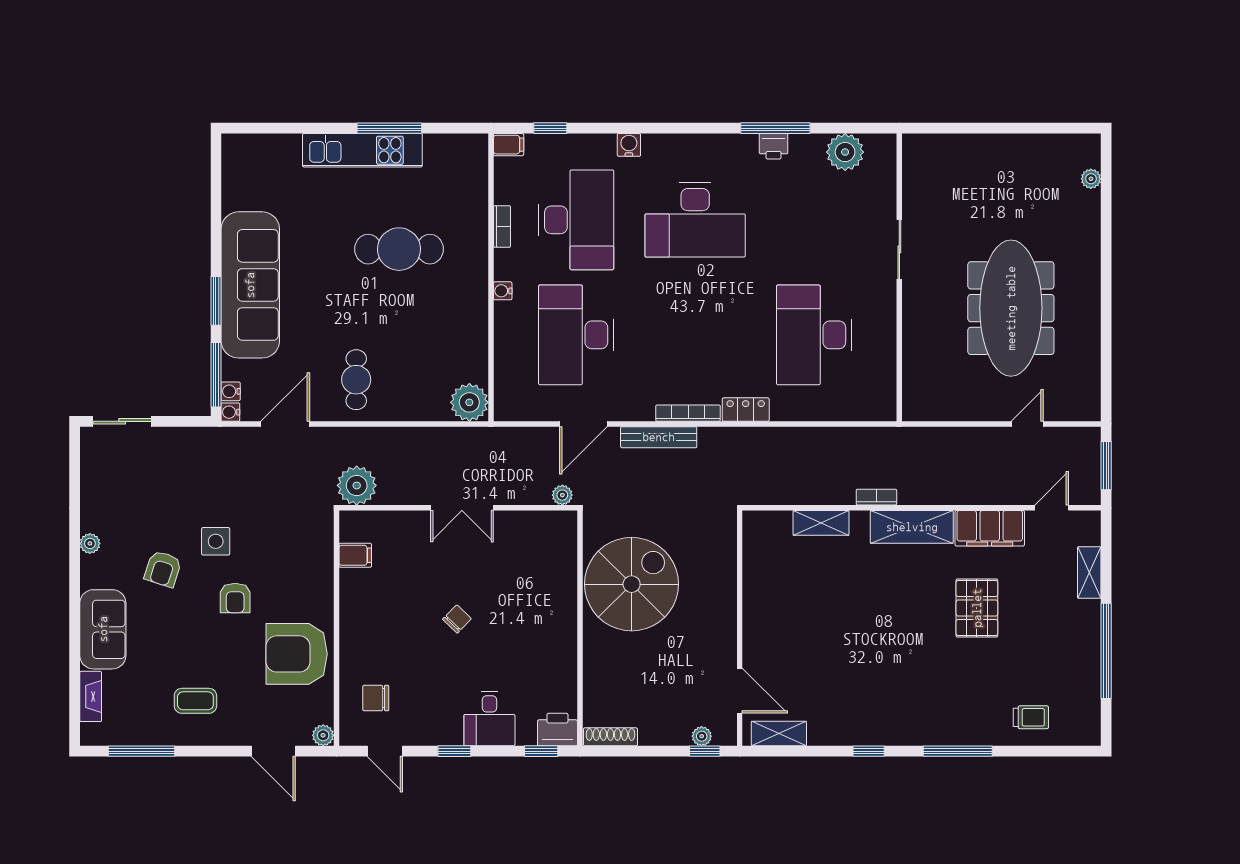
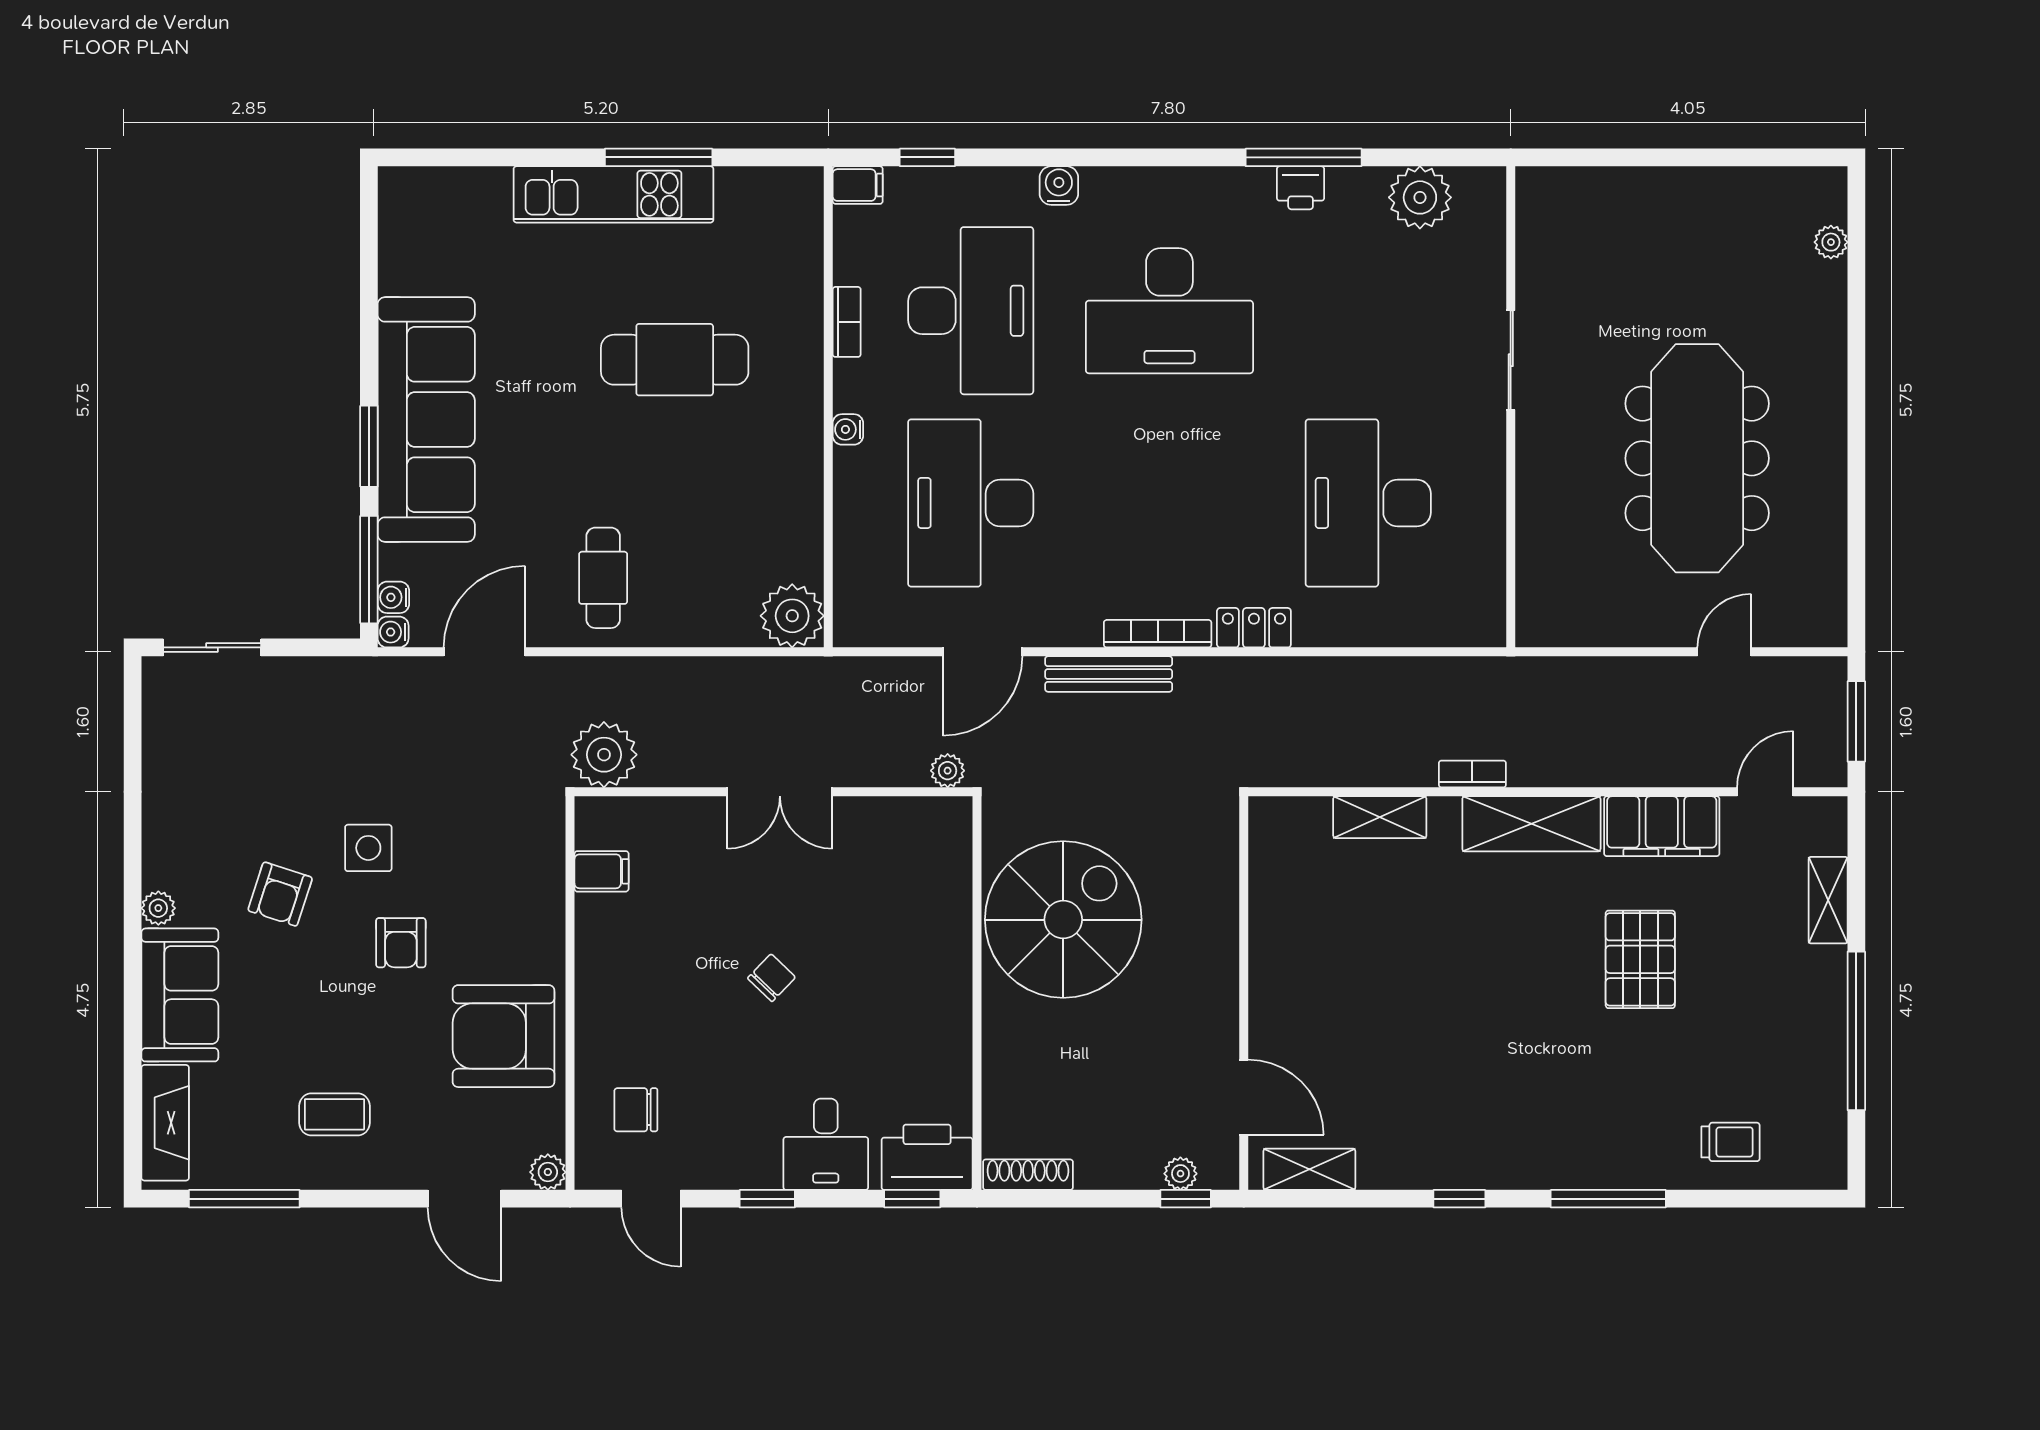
plant: (90, 543) -> (158, 908), moved
fireplace: (91, 696) -> (165, 1123), width x1.37, depth x1.32
printer: (557, 730) -> (927, 1157), width x1.37, depth x1.19

